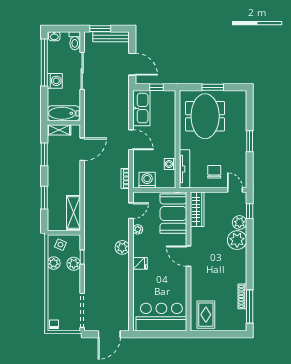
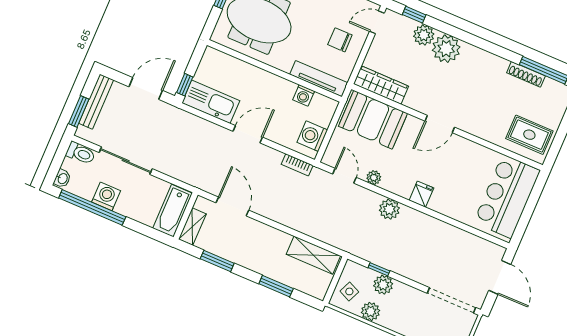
washing machine: (55, 81) -> (106, 196), moved
window: (157, 87) -> (185, 85), moved

